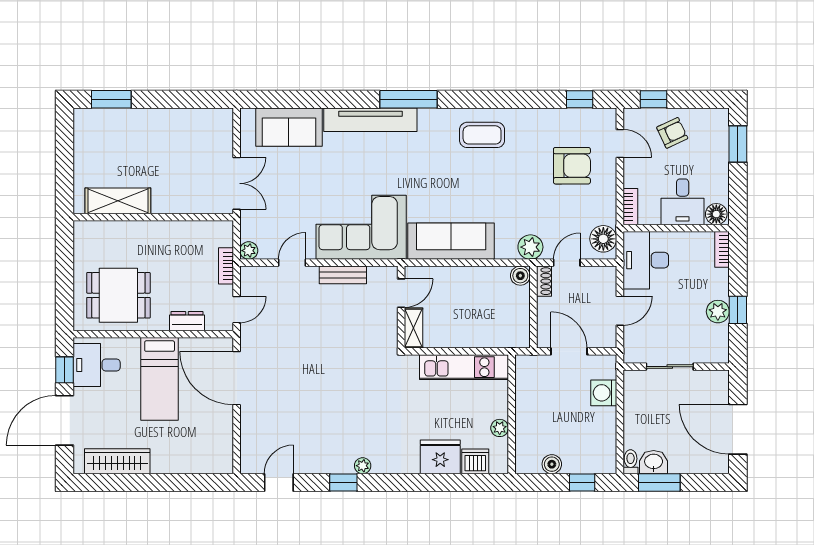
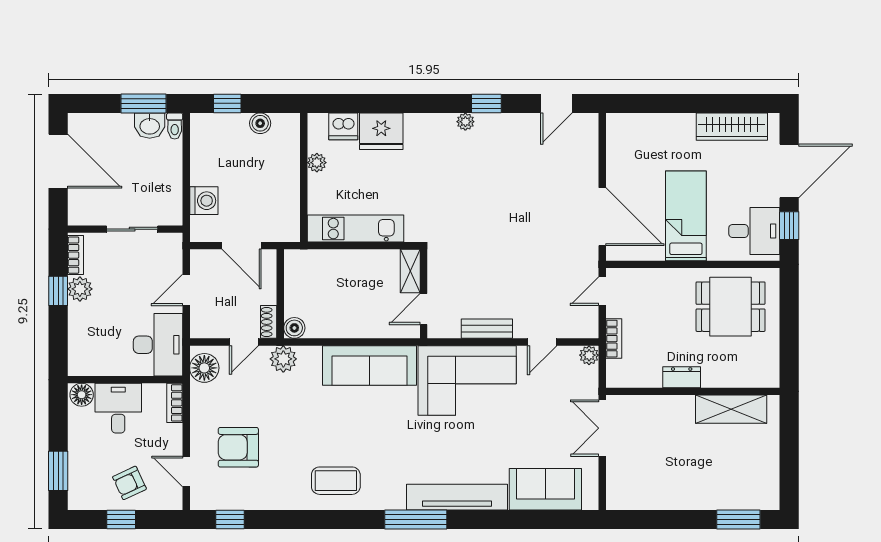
window: (654, 99) -> (121, 519), moved
bookcase: (722, 249) -> (75, 255), moved
dresser: (187, 321) -> (682, 377), moved, turned 180

